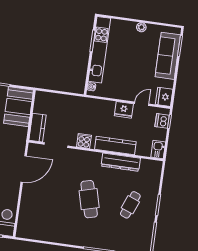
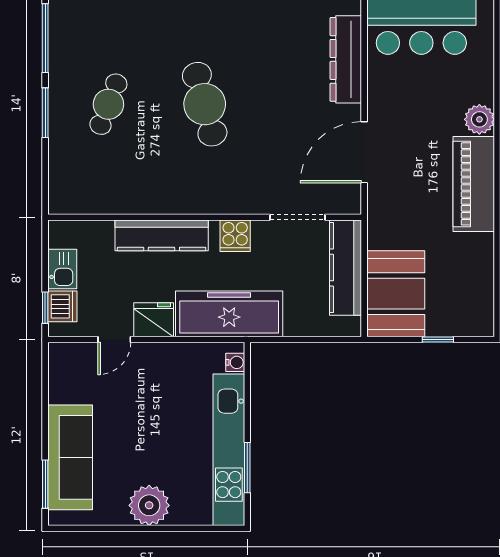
plant: (141, 27) -> (149, 505), width x1.87, depth x1.87
fridge: (164, 97) -> (65, 362), removed
freezer: (91, 108) -> (229, 314), added
kitchen counter: (38, 128) -> (346, 268), width x1.50
kitchen sink: (158, 150) -> (62, 269), moved
dresser: (121, 162) -> (346, 59), moved, turned -90

